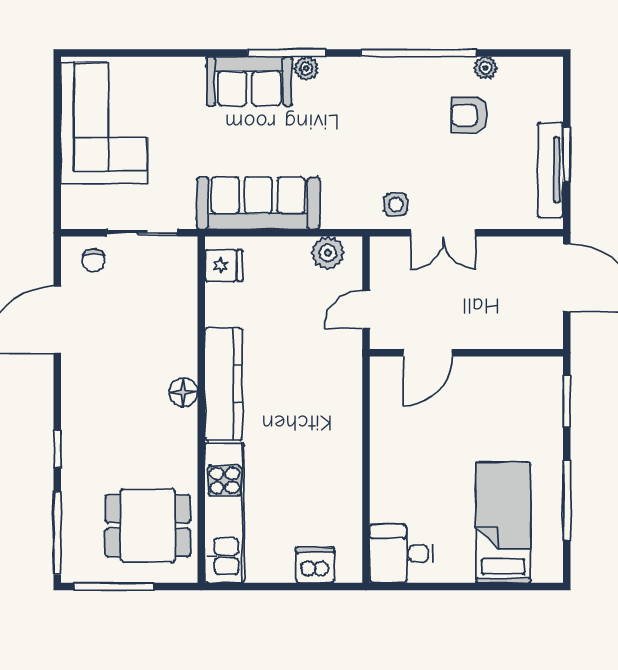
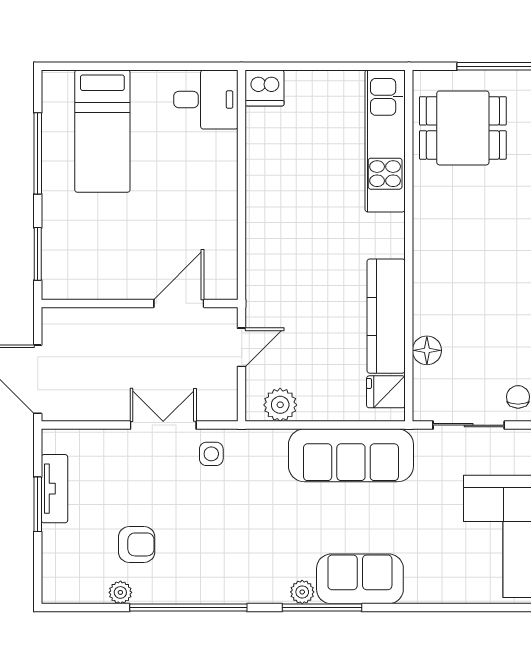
tv unit: (550, 170) -> (54, 489), width x0.71
kitchen counter: (224, 384) -> (386, 316), moved
floor lamp: (183, 392) -> (427, 350), moved
dishwasher: (315, 565) -> (265, 88), moved

